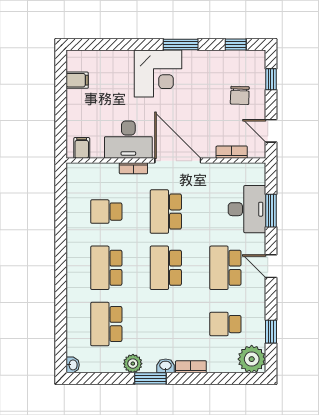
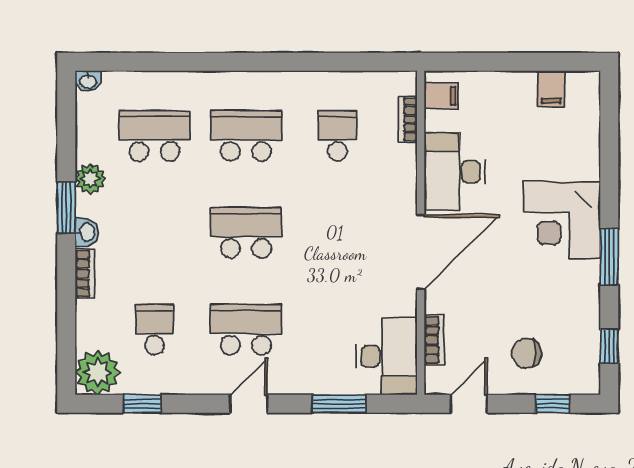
bookcase: (133, 168) -> (408, 119), moved
desk: (247, 209) -> (387, 356), moved, turned -90
school desk: (166, 212) -> (338, 233), removed

